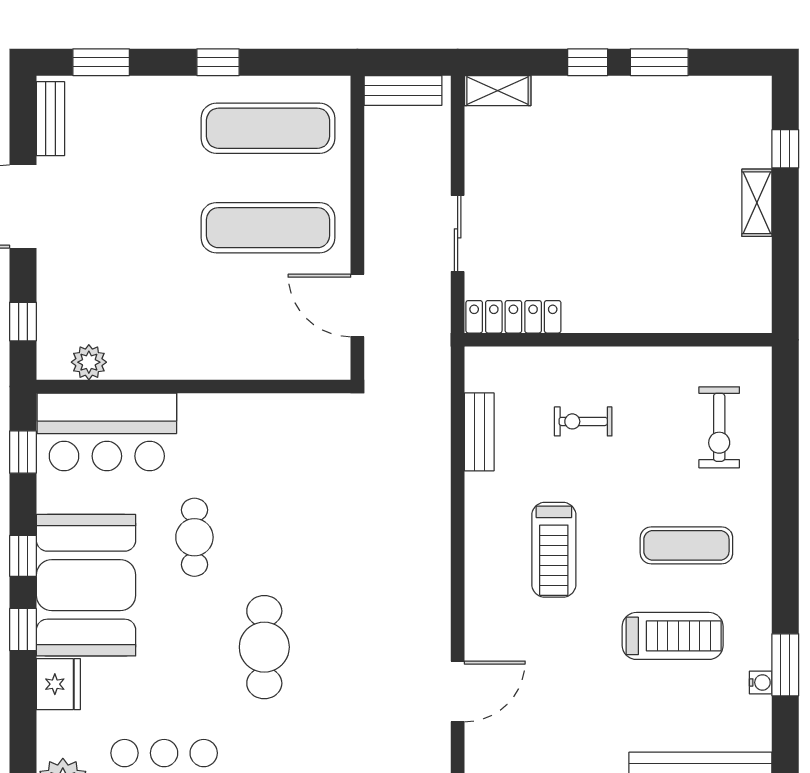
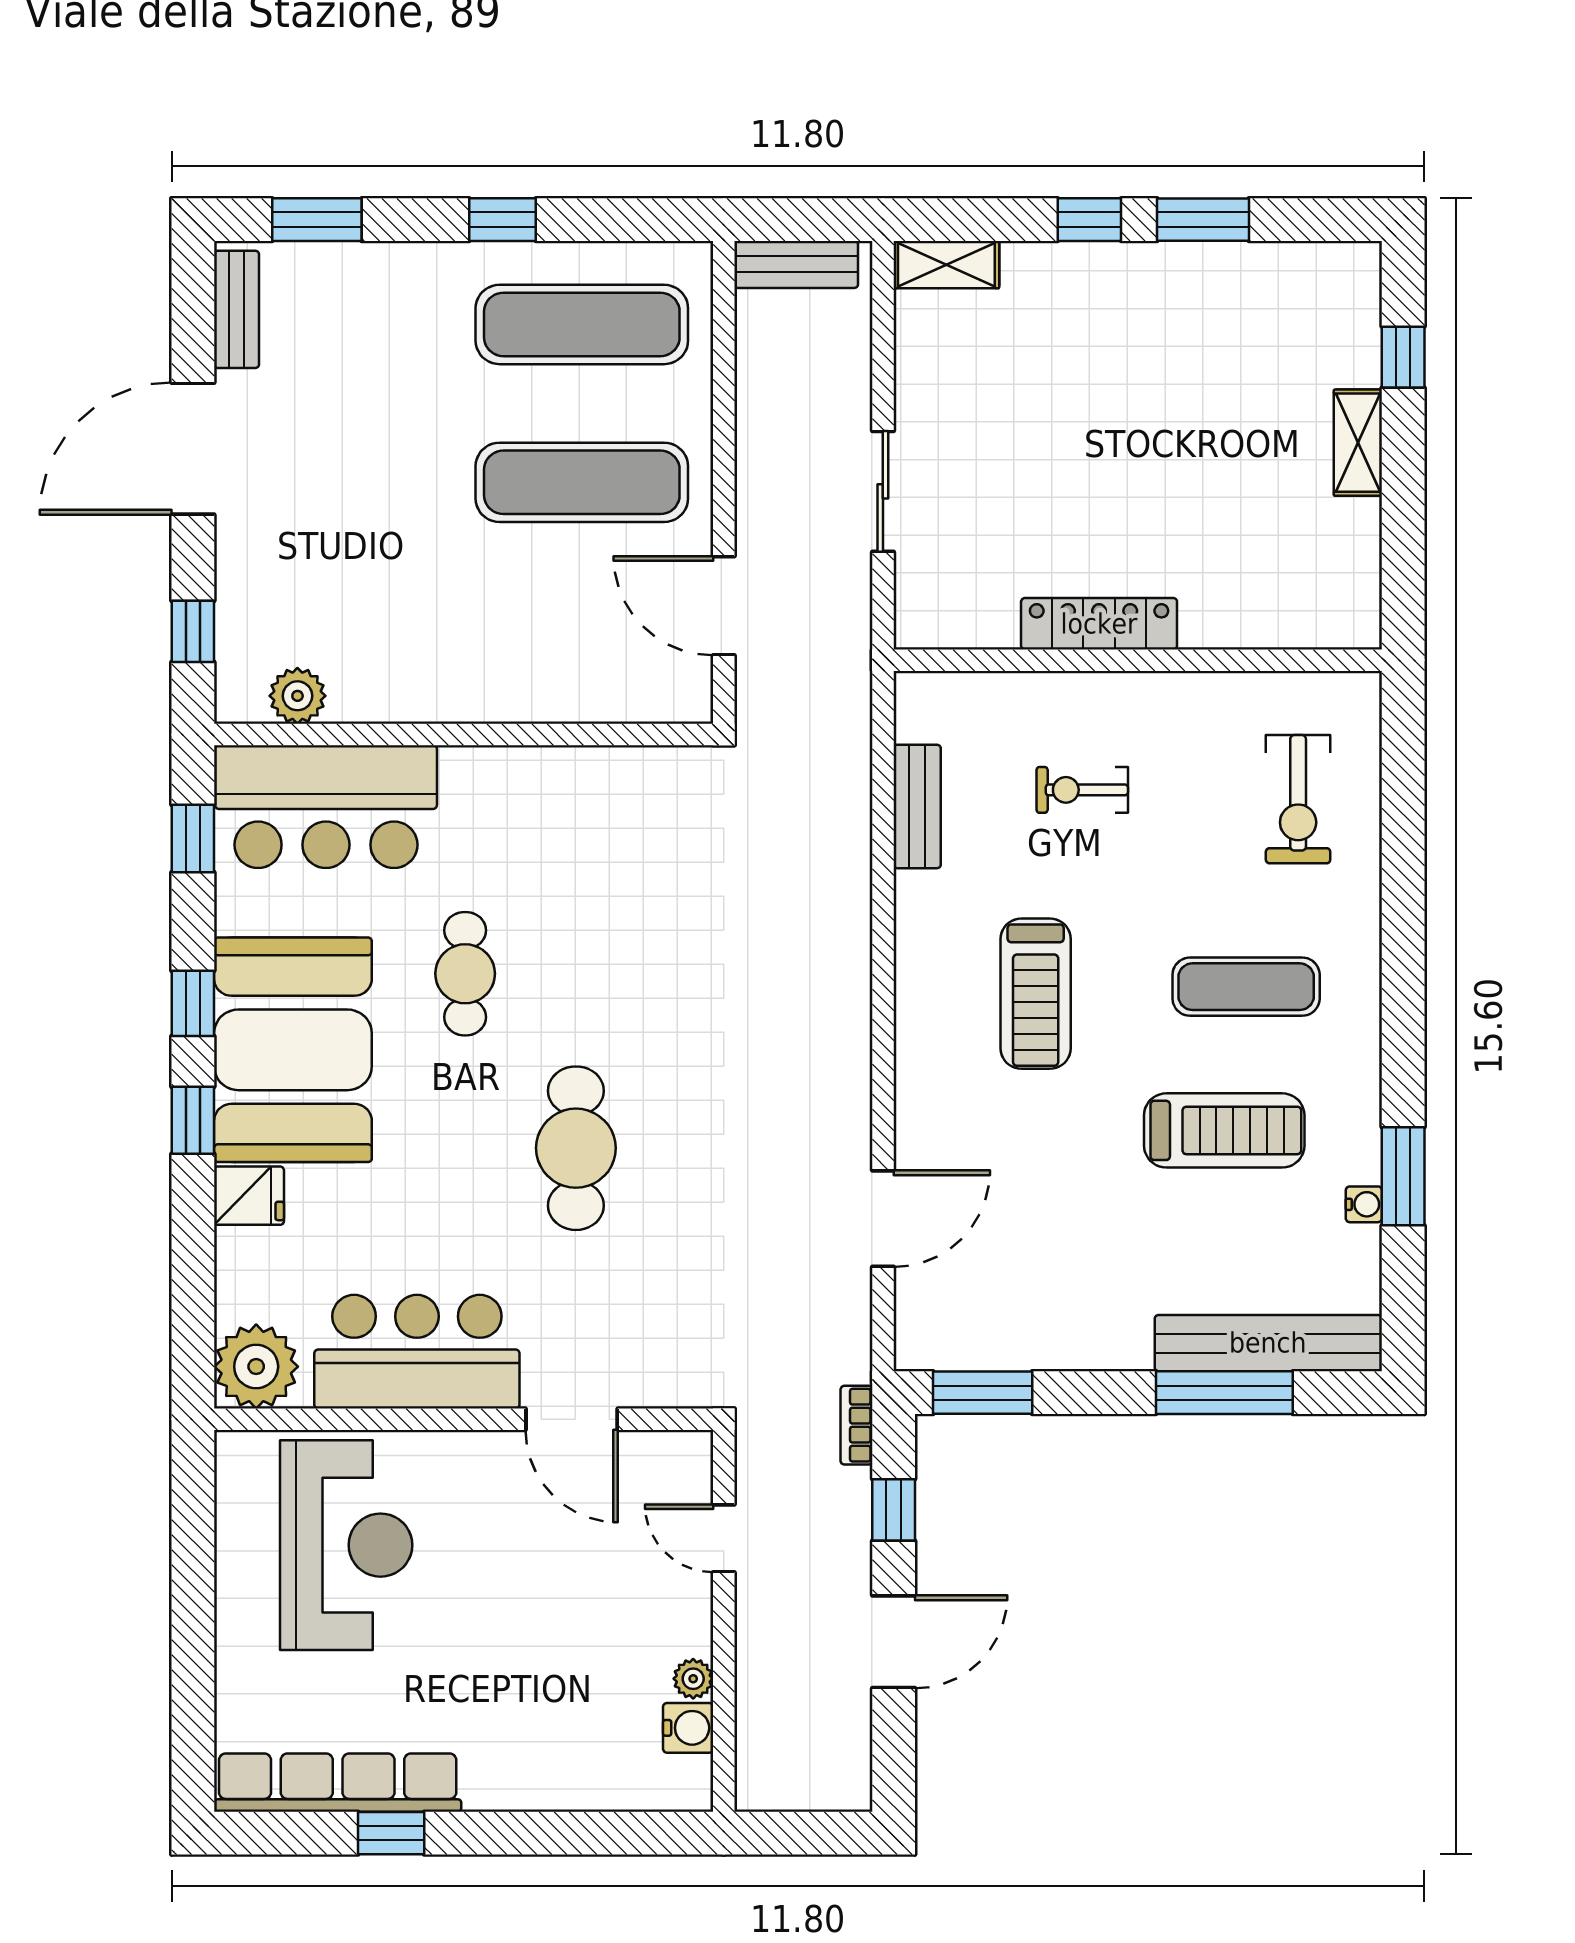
locker: (513, 317) -> (1099, 624), moved
fridge: (58, 684) -> (249, 1196), width x0.72

